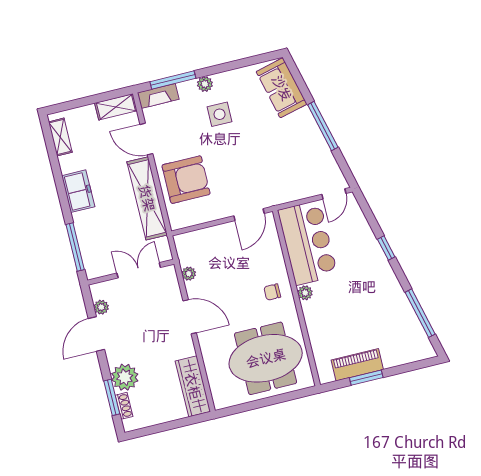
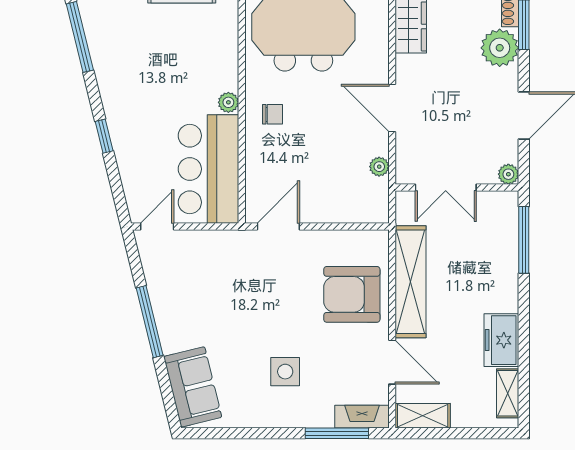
plant: (205, 84) -> (295, 417), removed
freezer: (78, 191) -> (501, 340), moved
plant: (101, 307) -> (508, 174), moved

